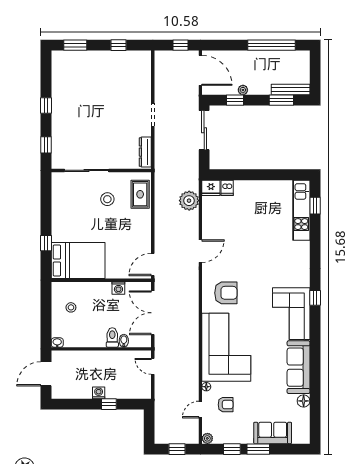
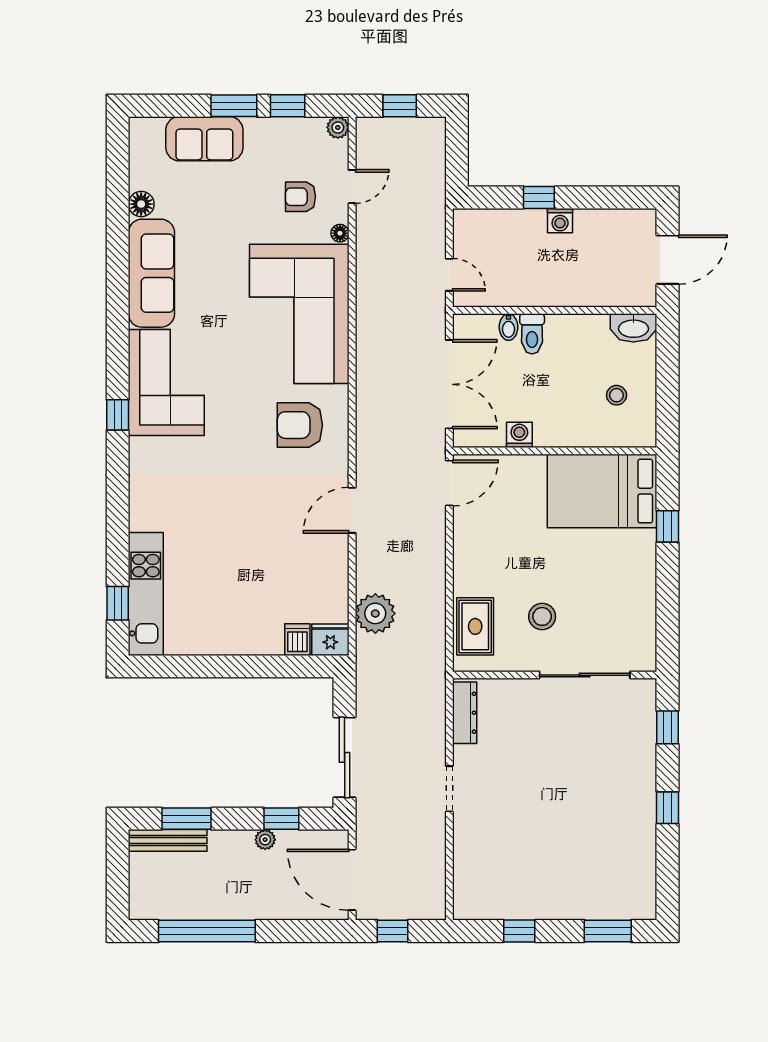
washbasin: (57, 343) -> (633, 328), width x1.91, depth x1.45

